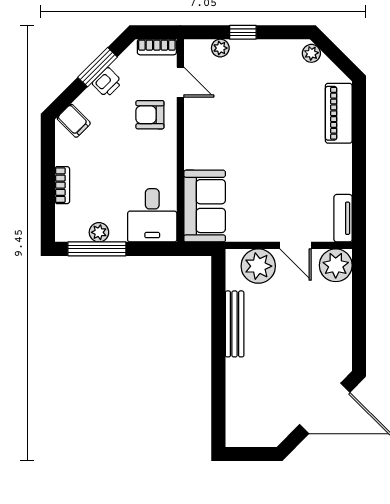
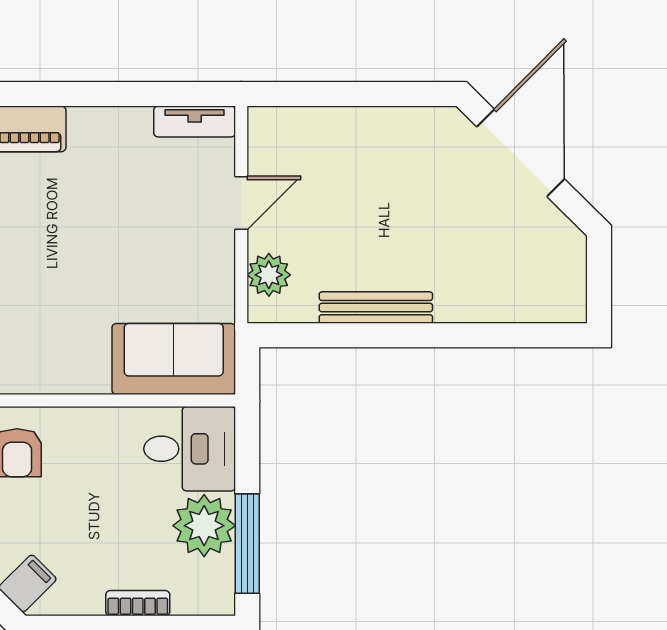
plant: (99, 232) -> (204, 526), width x1.87, depth x1.87
plant: (336, 265) -> (275, 134), removed
plant: (258, 266) -> (269, 275), width x0.73, depth x0.73

